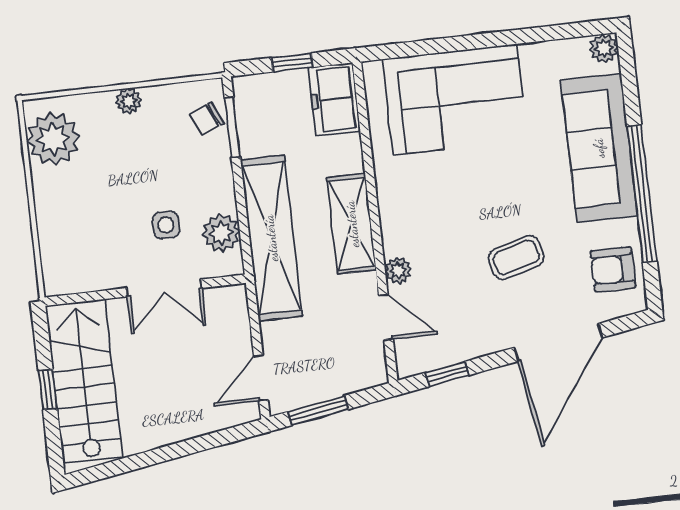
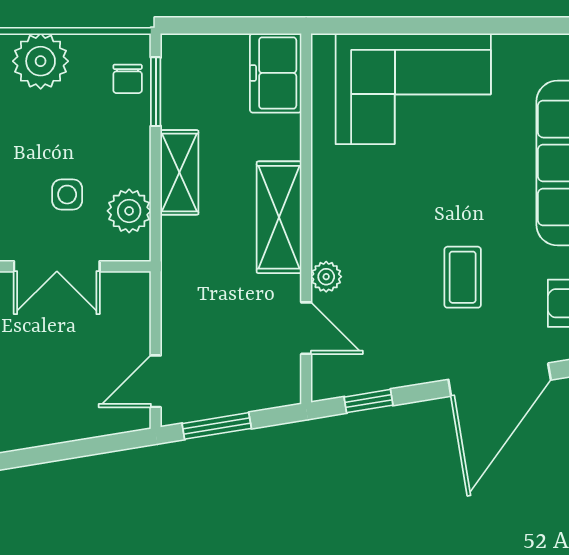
window: (292, 62) -> (232, 25), removed
plant: (129, 101) -> (41, 61), width x1.87, depth x1.87
chair: (207, 119) -> (128, 79), turned -66
shelving: (271, 238) -> (179, 172), width x0.45, depth x0.75
coffee table: (516, 257) -> (463, 277), turned -74

